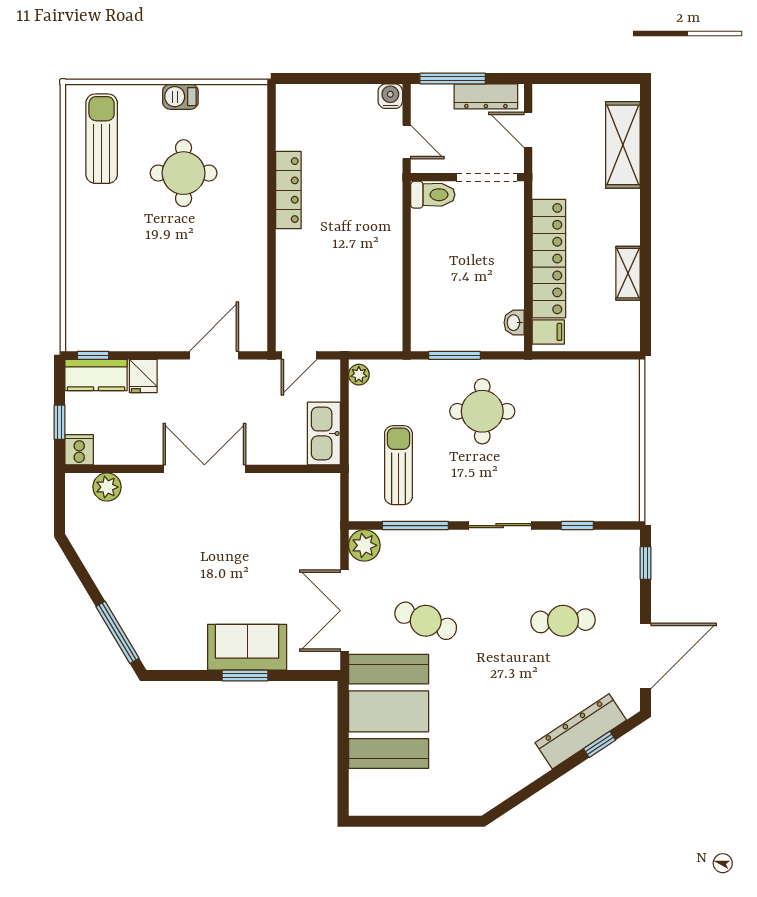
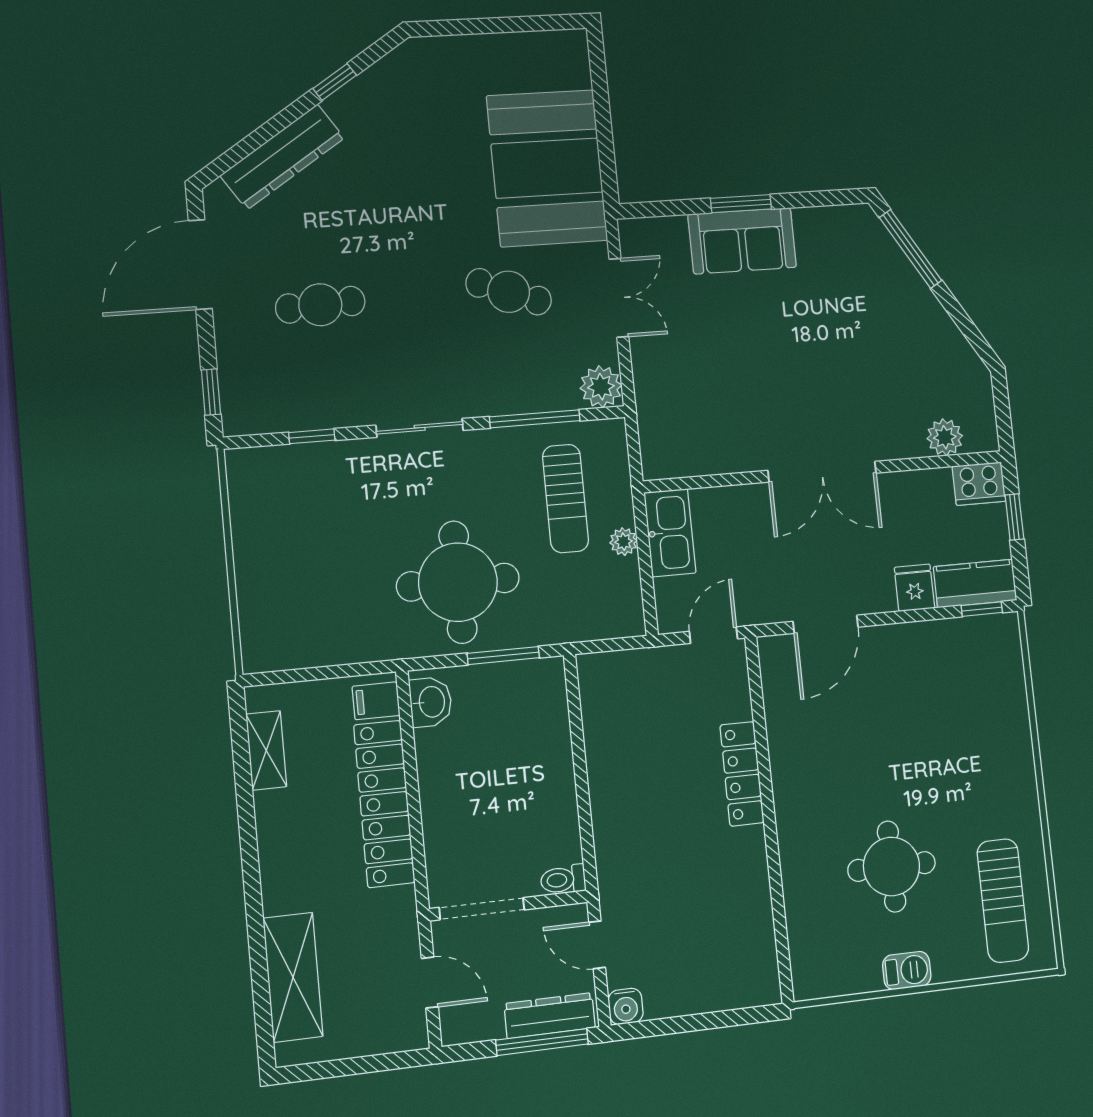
dresser: (486, 96) -> (550, 1016), moved
locker: (288, 190) -> (742, 774), moved
toilet: (433, 195) -> (563, 880), width x0.73, depth x0.72
shelving: (628, 273) -> (266, 750), moved
washbasin: (514, 323) -> (431, 702), width x1.38, depth x1.45
plant: (359, 375) -> (624, 542), moved
round table: (482, 411) -> (458, 582), width x1.36, depth x1.36
cooker: (79, 450) -> (979, 484), width x1.36
double door: (344, 611) -> (619, 298), width x0.73
window: (600, 744) -> (335, 82), moved

